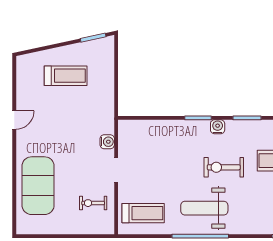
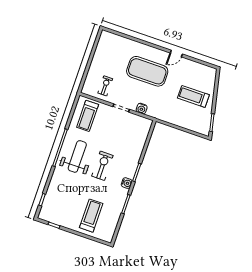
treadmill: (66, 76) -> (193, 96), turned 90
door: (14, 120) -> (176, 53), hinge flipped
exercise bike: (224, 167) -> (102, 166), moved
exercise mat: (38, 186) -> (147, 71), moved

